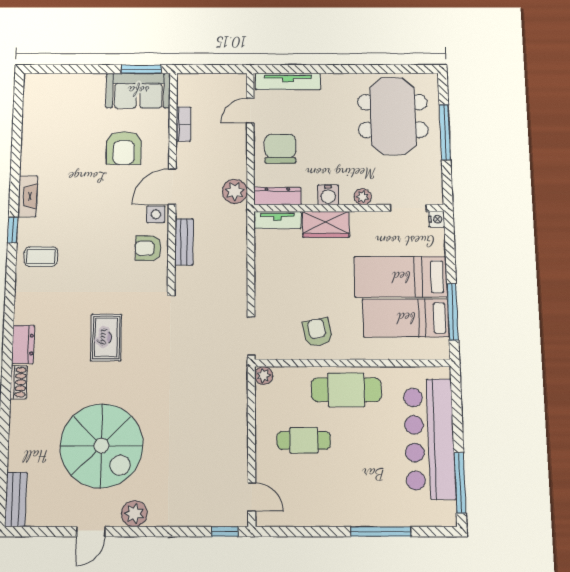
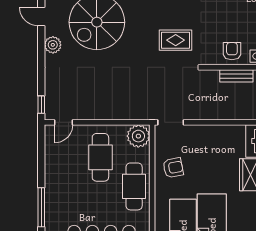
rug: (106, 337) -> (176, 40), moved
plant: (264, 375) -> (138, 136), width x1.87, depth x1.87
cafe table: (304, 440) -> (100, 157), width x1.37, depth x1.35

